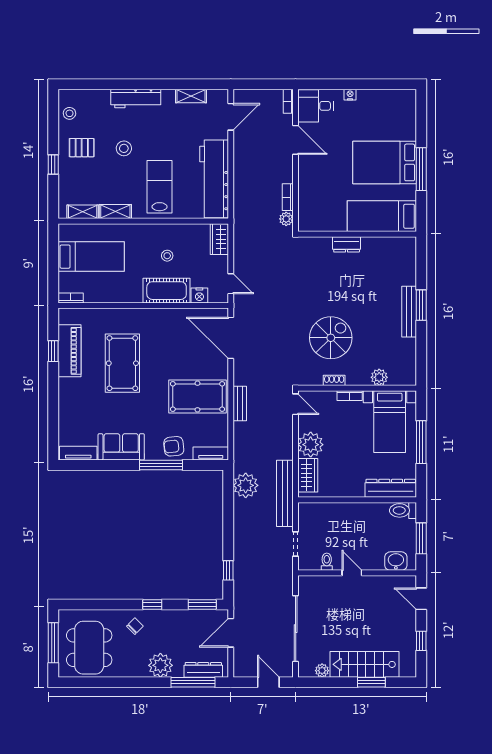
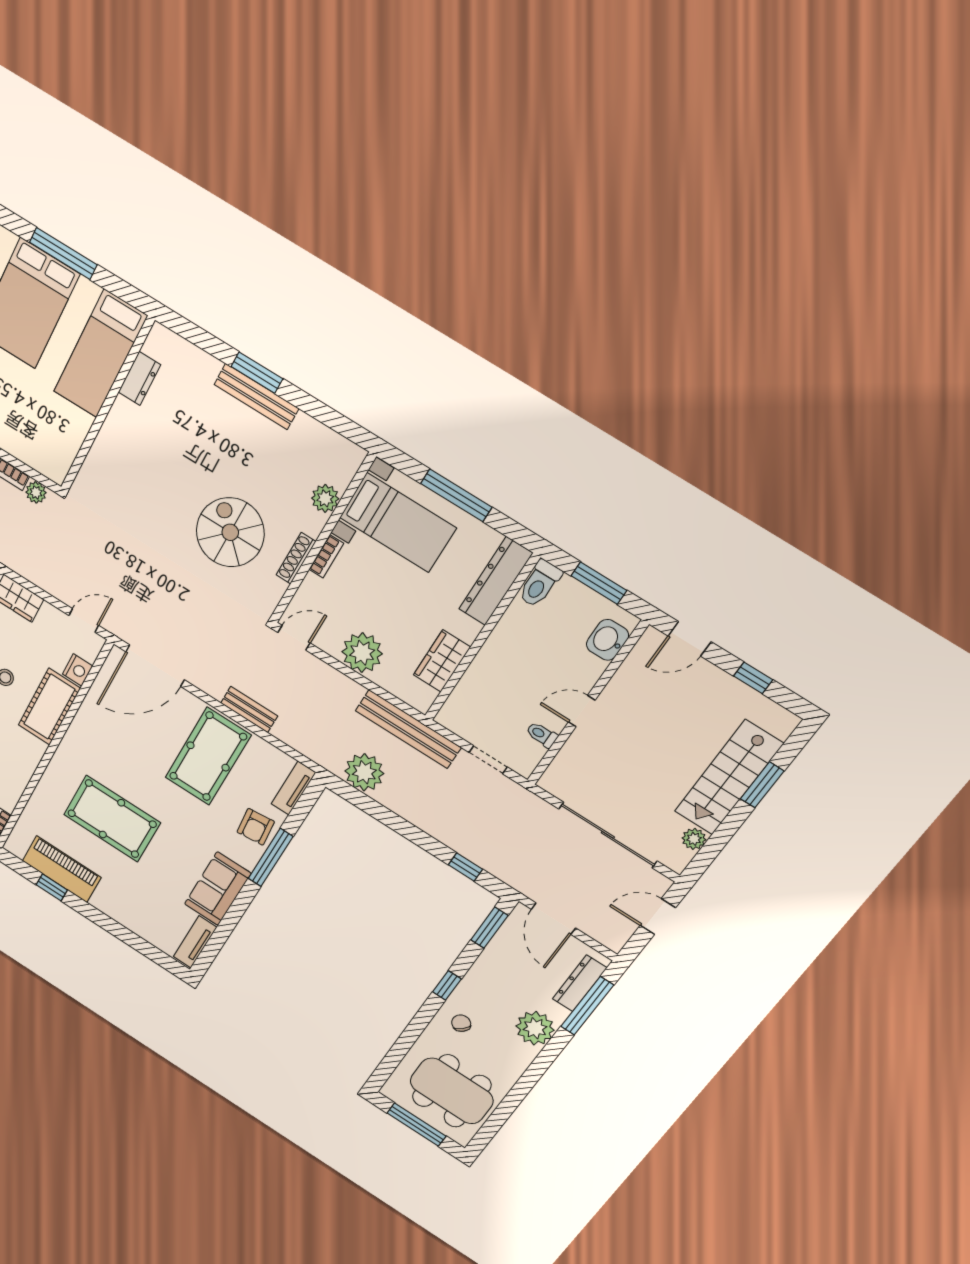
dresser: (347, 244) -> (139, 378), moved
shoe rack: (334, 380) -> (296, 558), width x1.43
wardrobe: (308, 475) -> (442, 661), moved, turned -90

